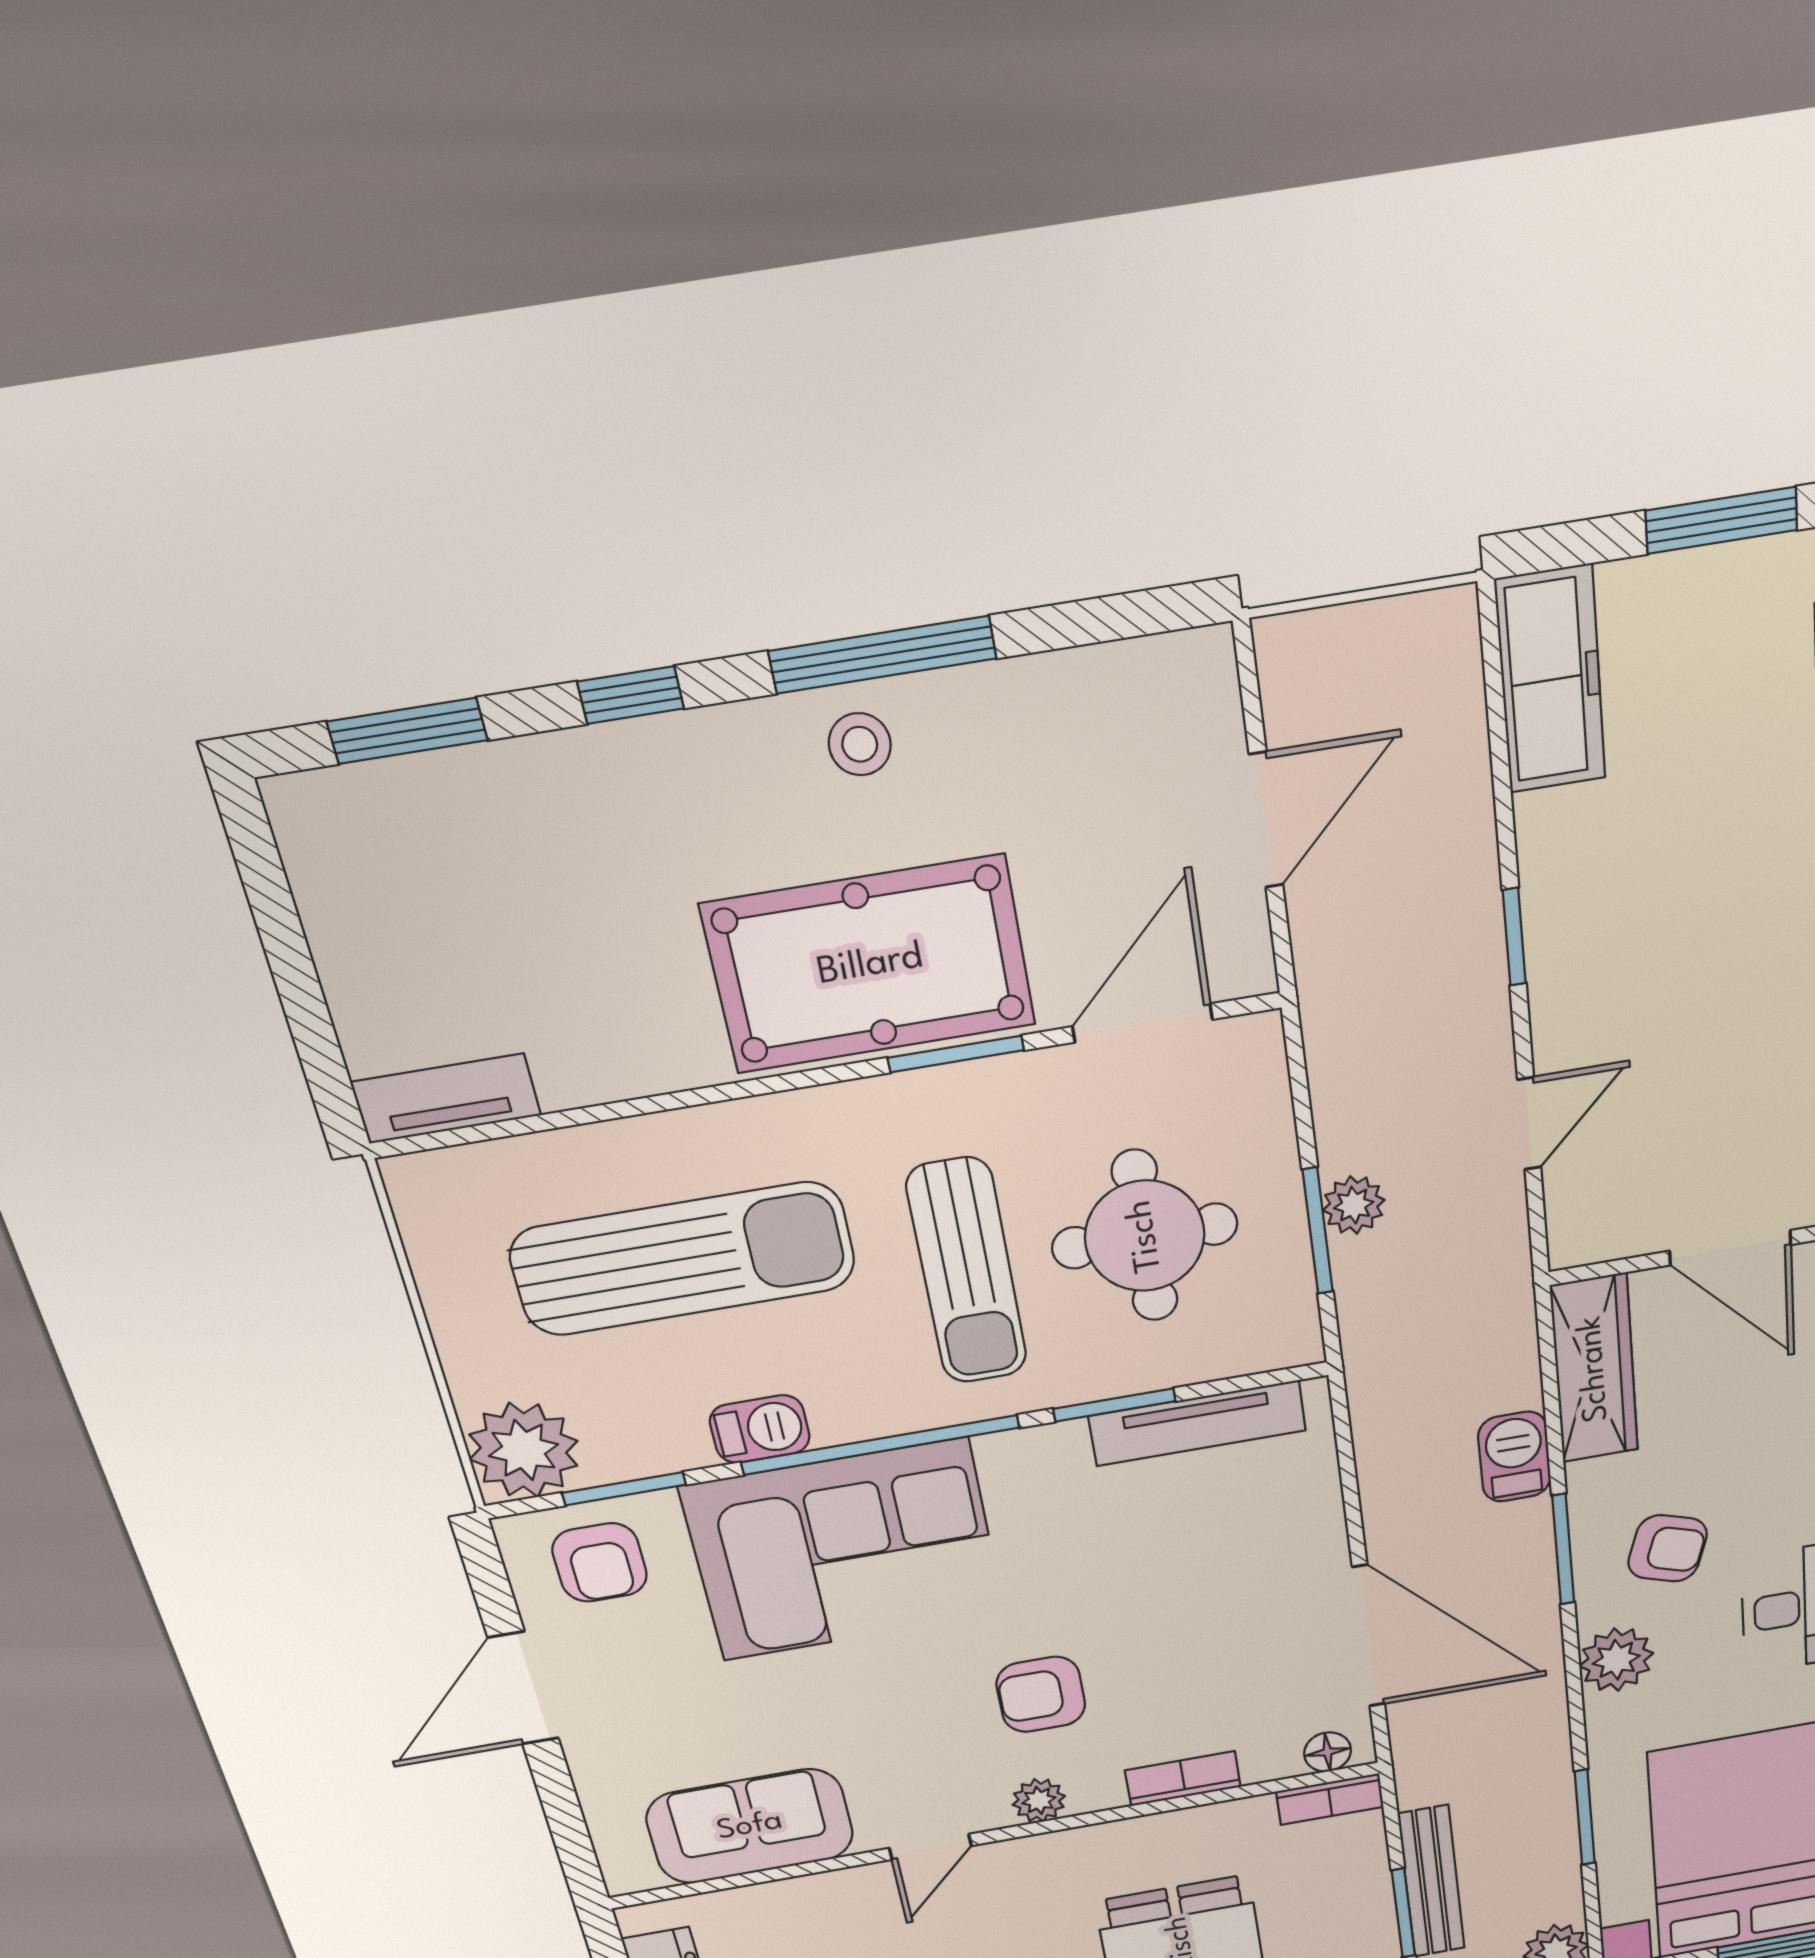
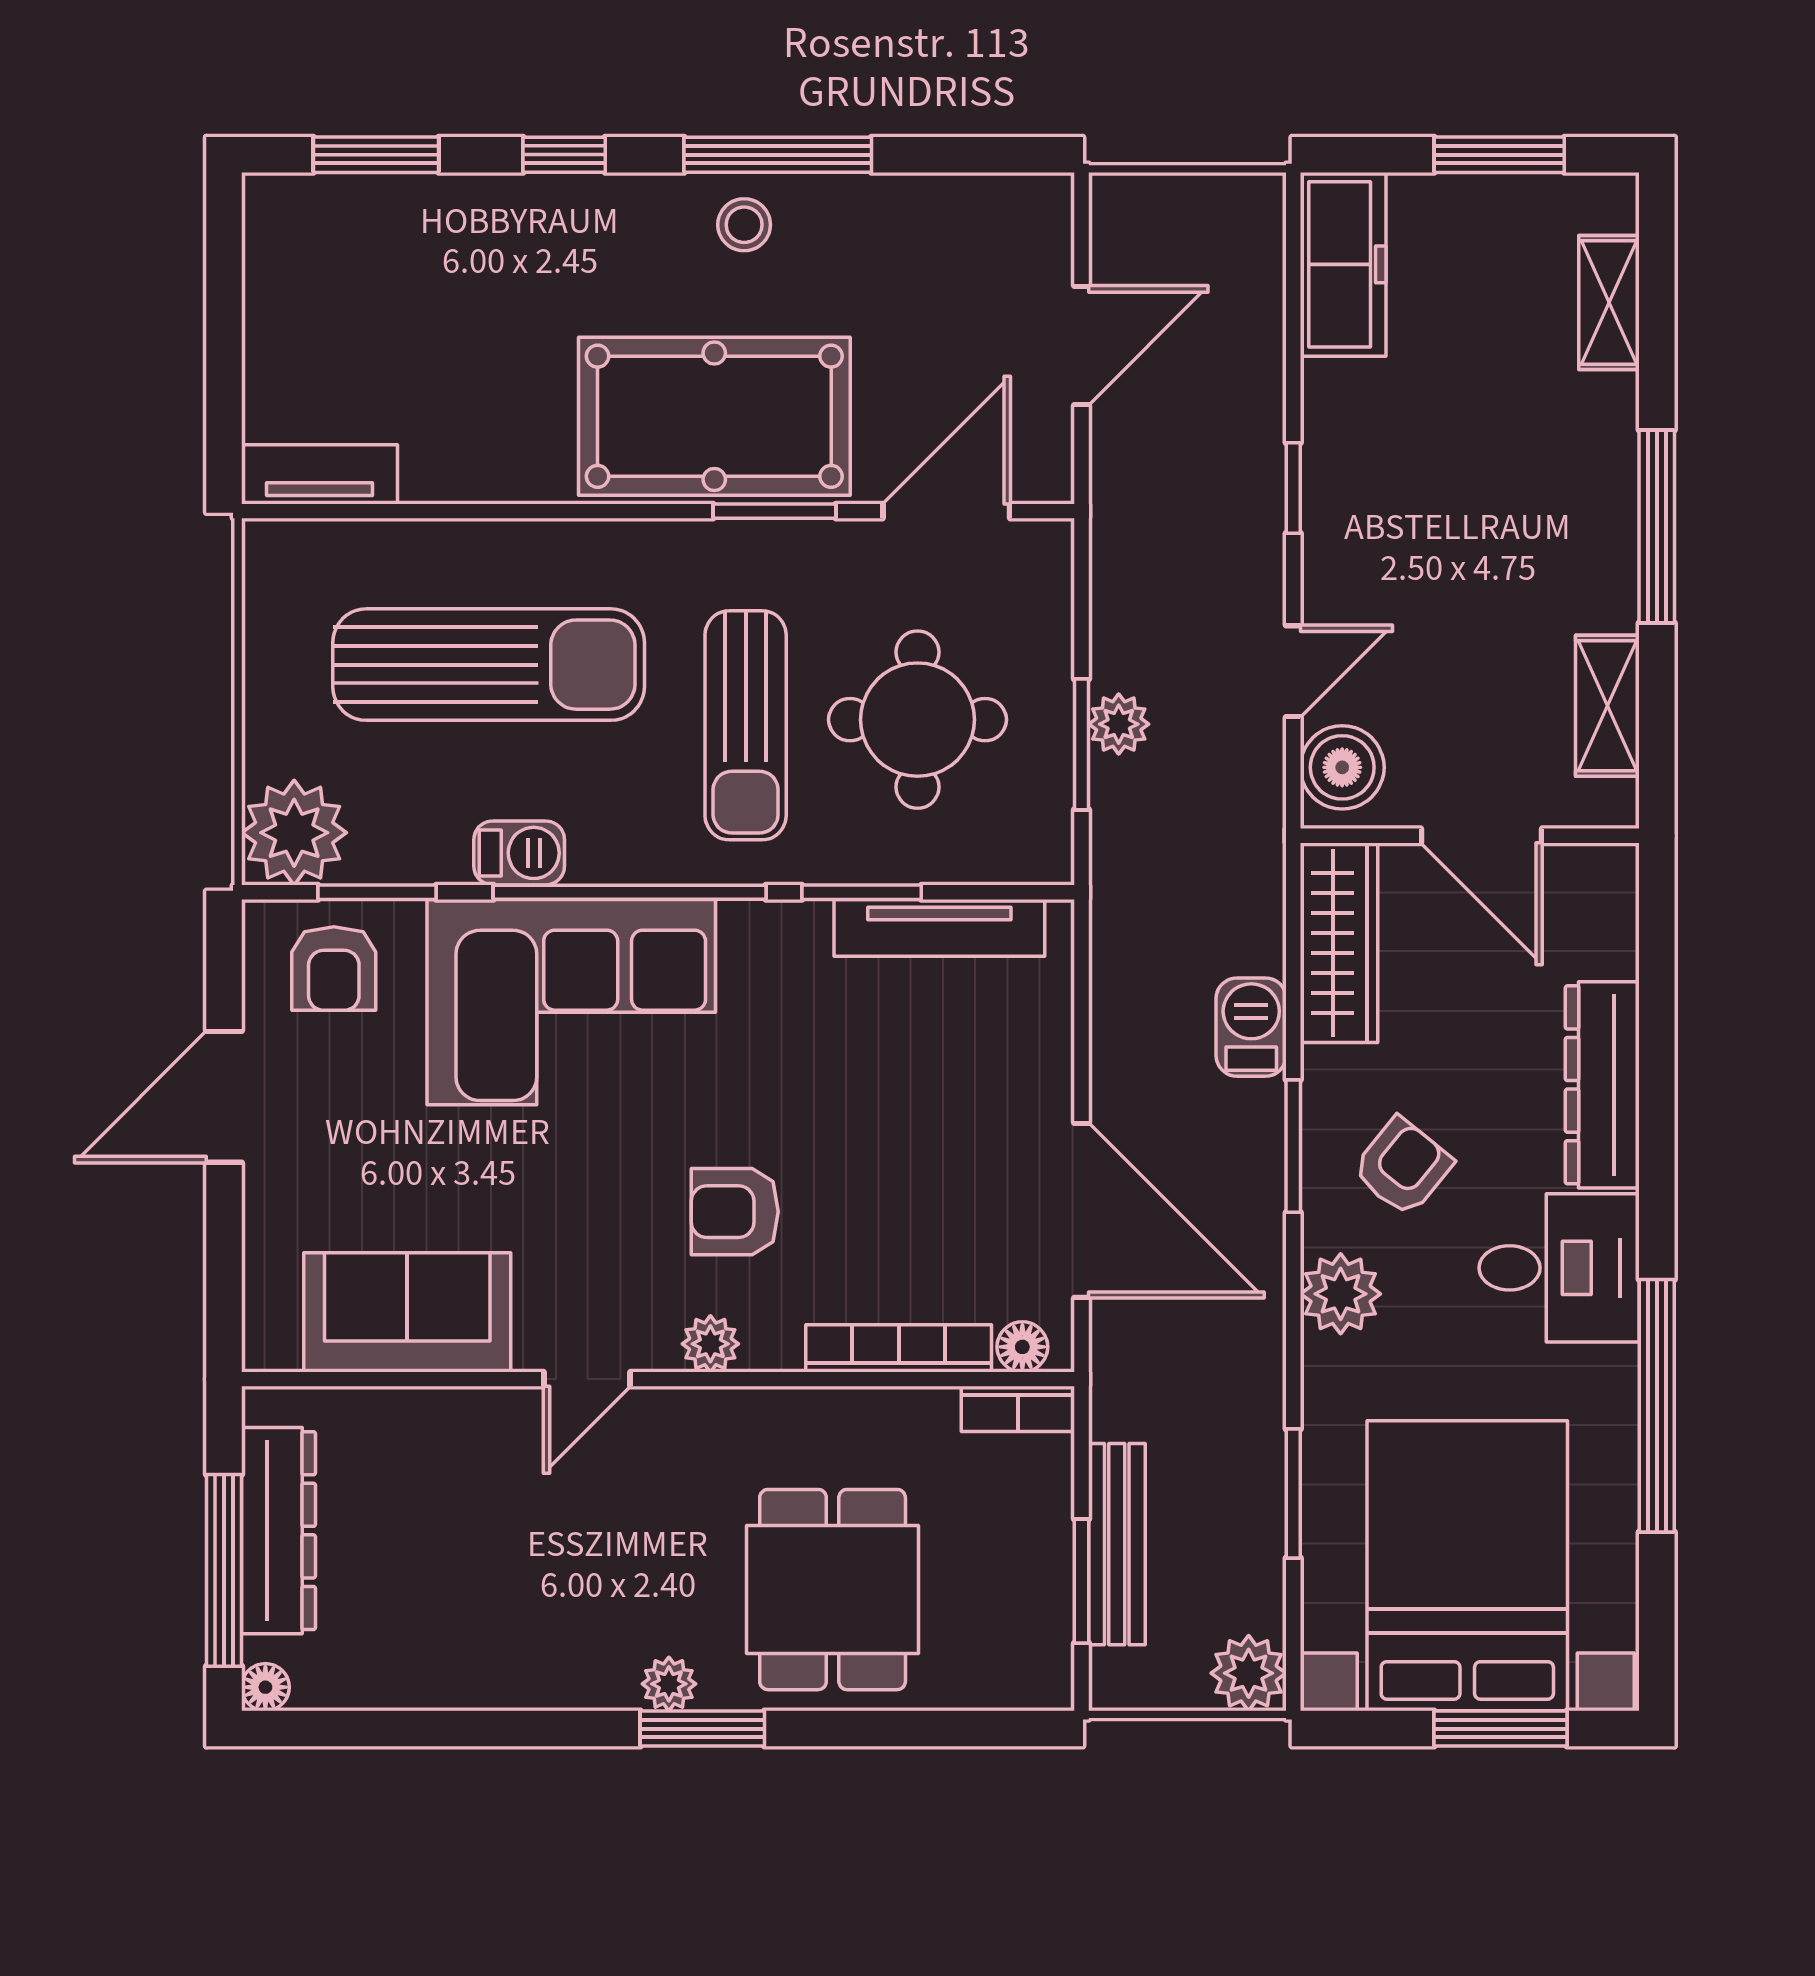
boiler: (1586, 1208) -> (1342, 767), added
armchair: (1668, 1548) -> (1402, 1167), turned -69
bookcase: (1183, 1779) -> (899, 1348), width x1.56

